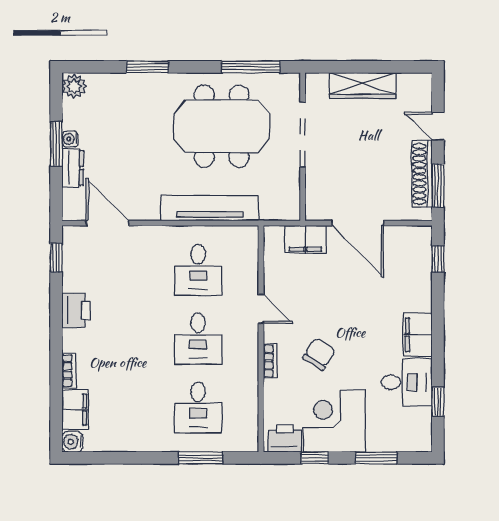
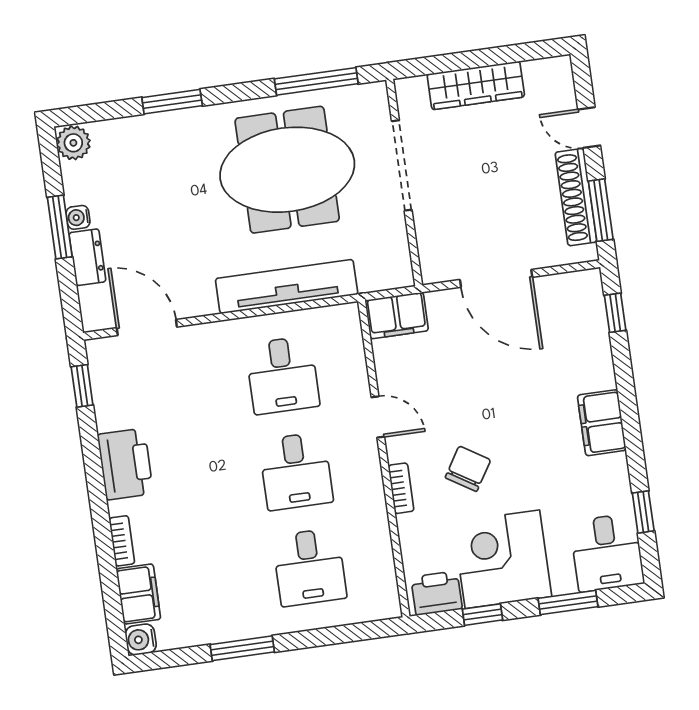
filing cabinet: (305, 239) -> (397, 315), moved
printer: (76, 311) -> (125, 464), width x1.37, depth x1.19
desk: (407, 382) -> (607, 553), moved, turned 90
window: (200, 458) -> (242, 648), moved

